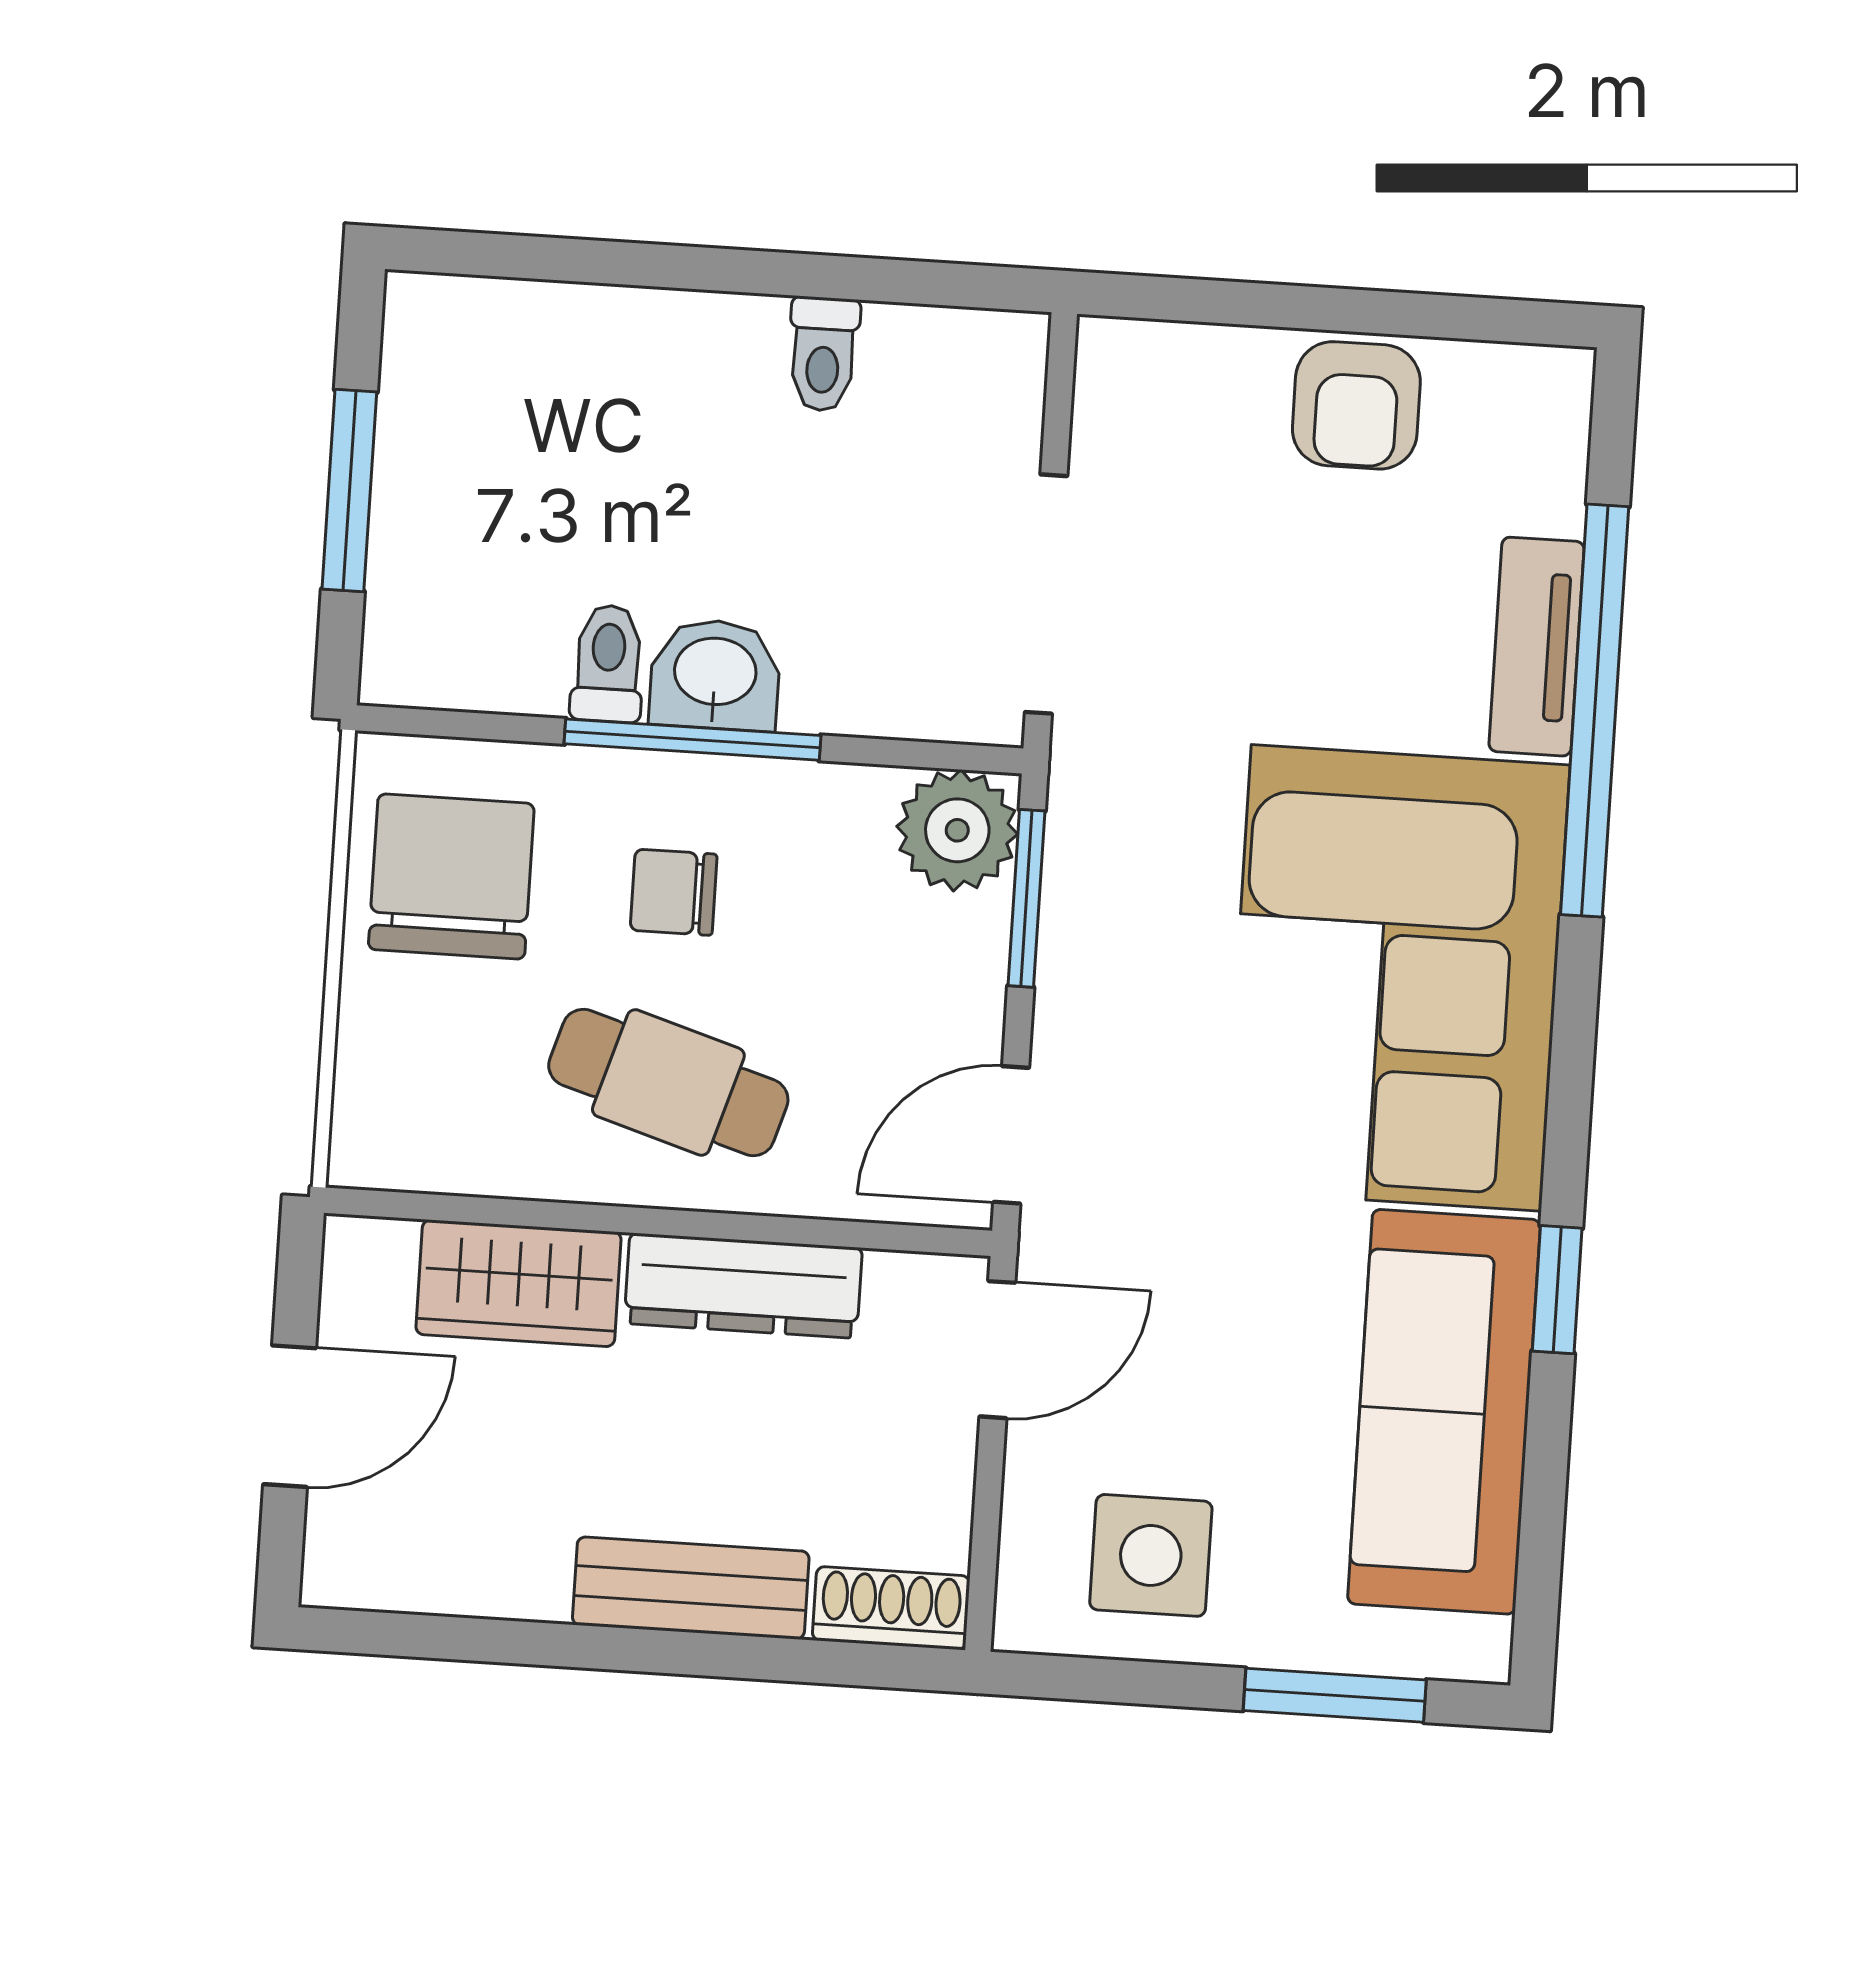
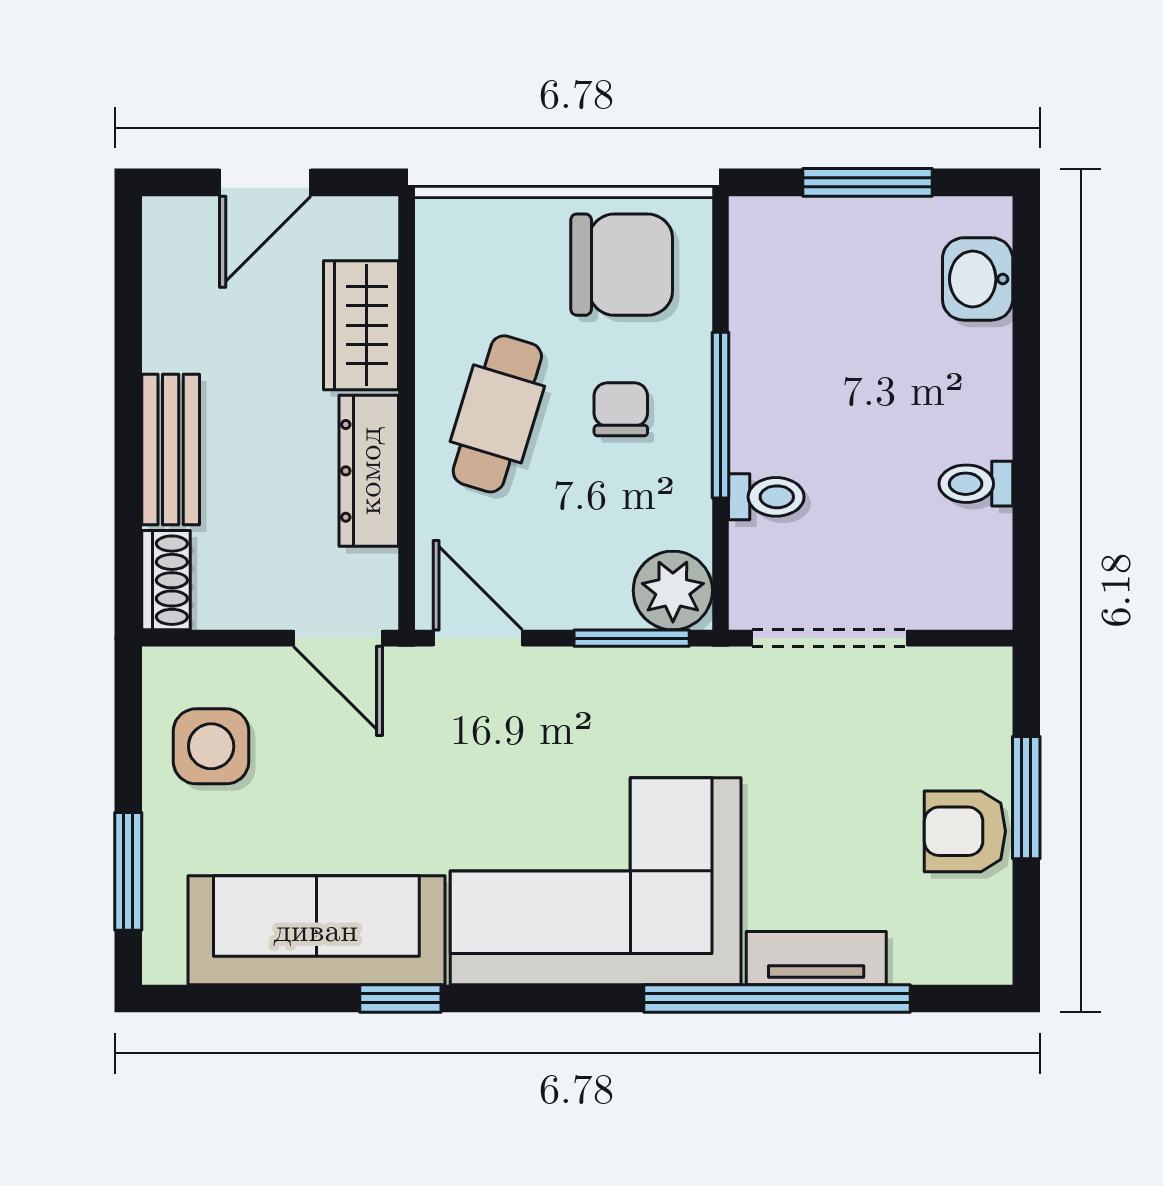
window: (1311, 308) -> (1026, 798), added
toilet: (608, 663) -> (766, 497), moved
washbasin: (715, 675) -> (978, 279), moved, turned 180
door: (290, 1416) -> (265, 182), hinge flipped

